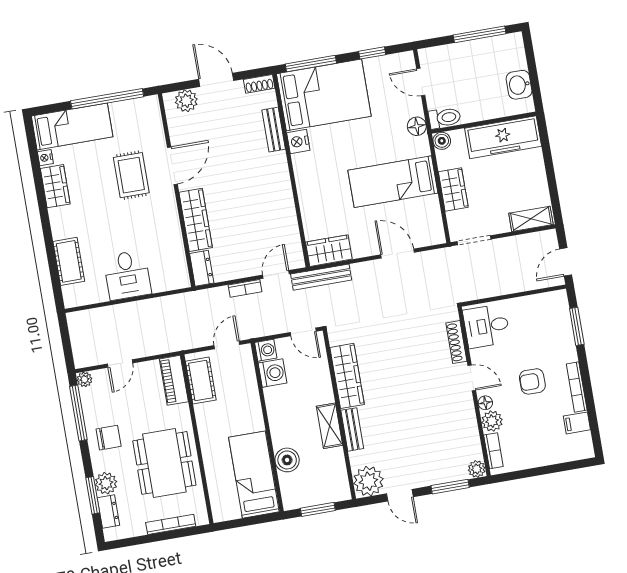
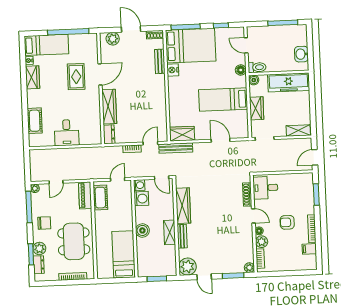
boiler: (287, 460) -> (142, 230), moved

